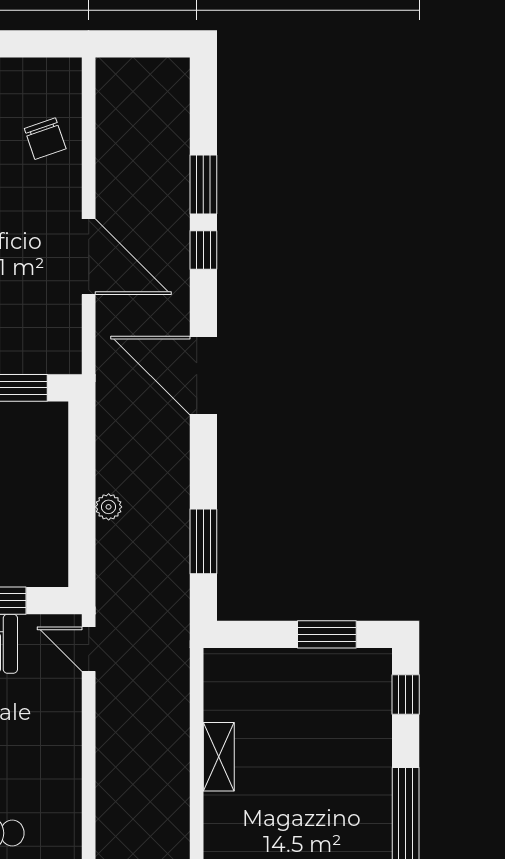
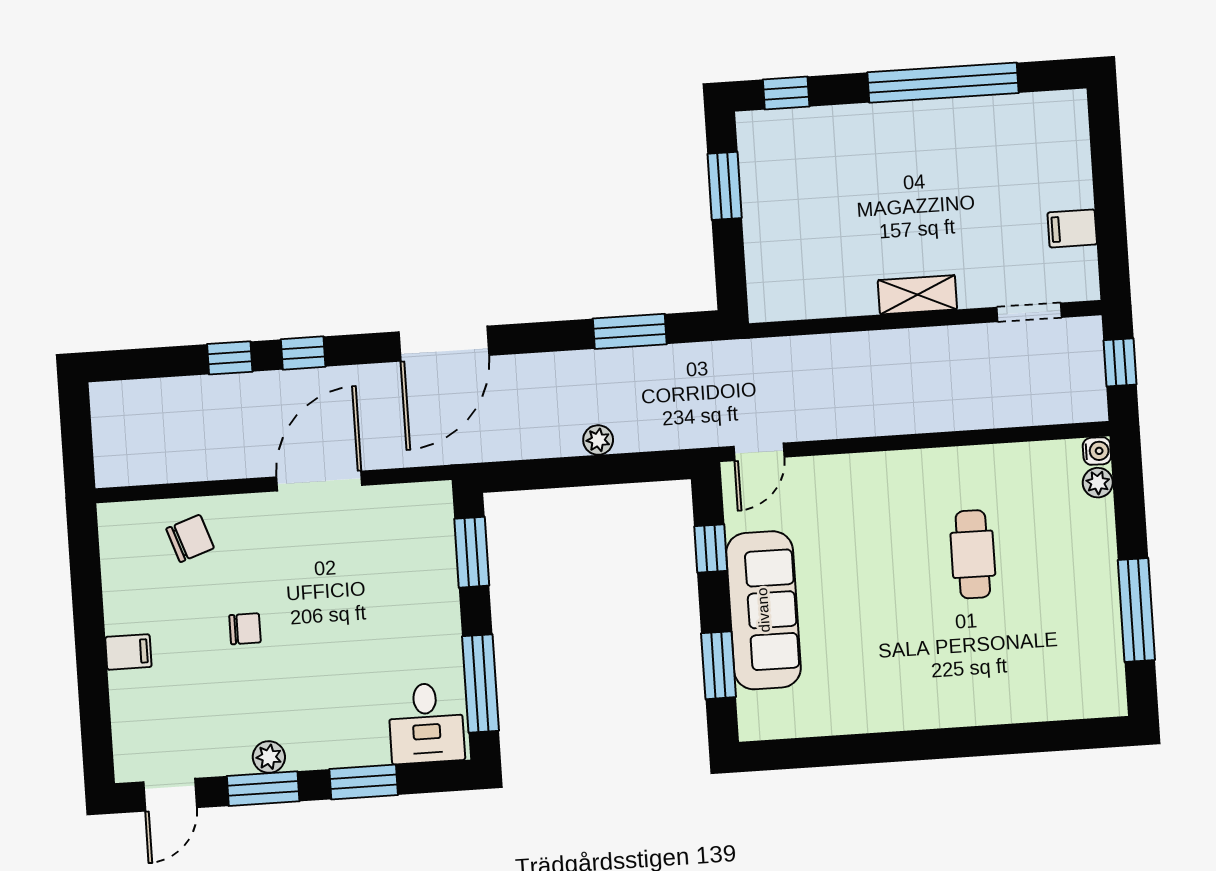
window: (203, 185) -> (230, 358), width x0.67
shelving: (219, 757) -> (917, 295), moved

